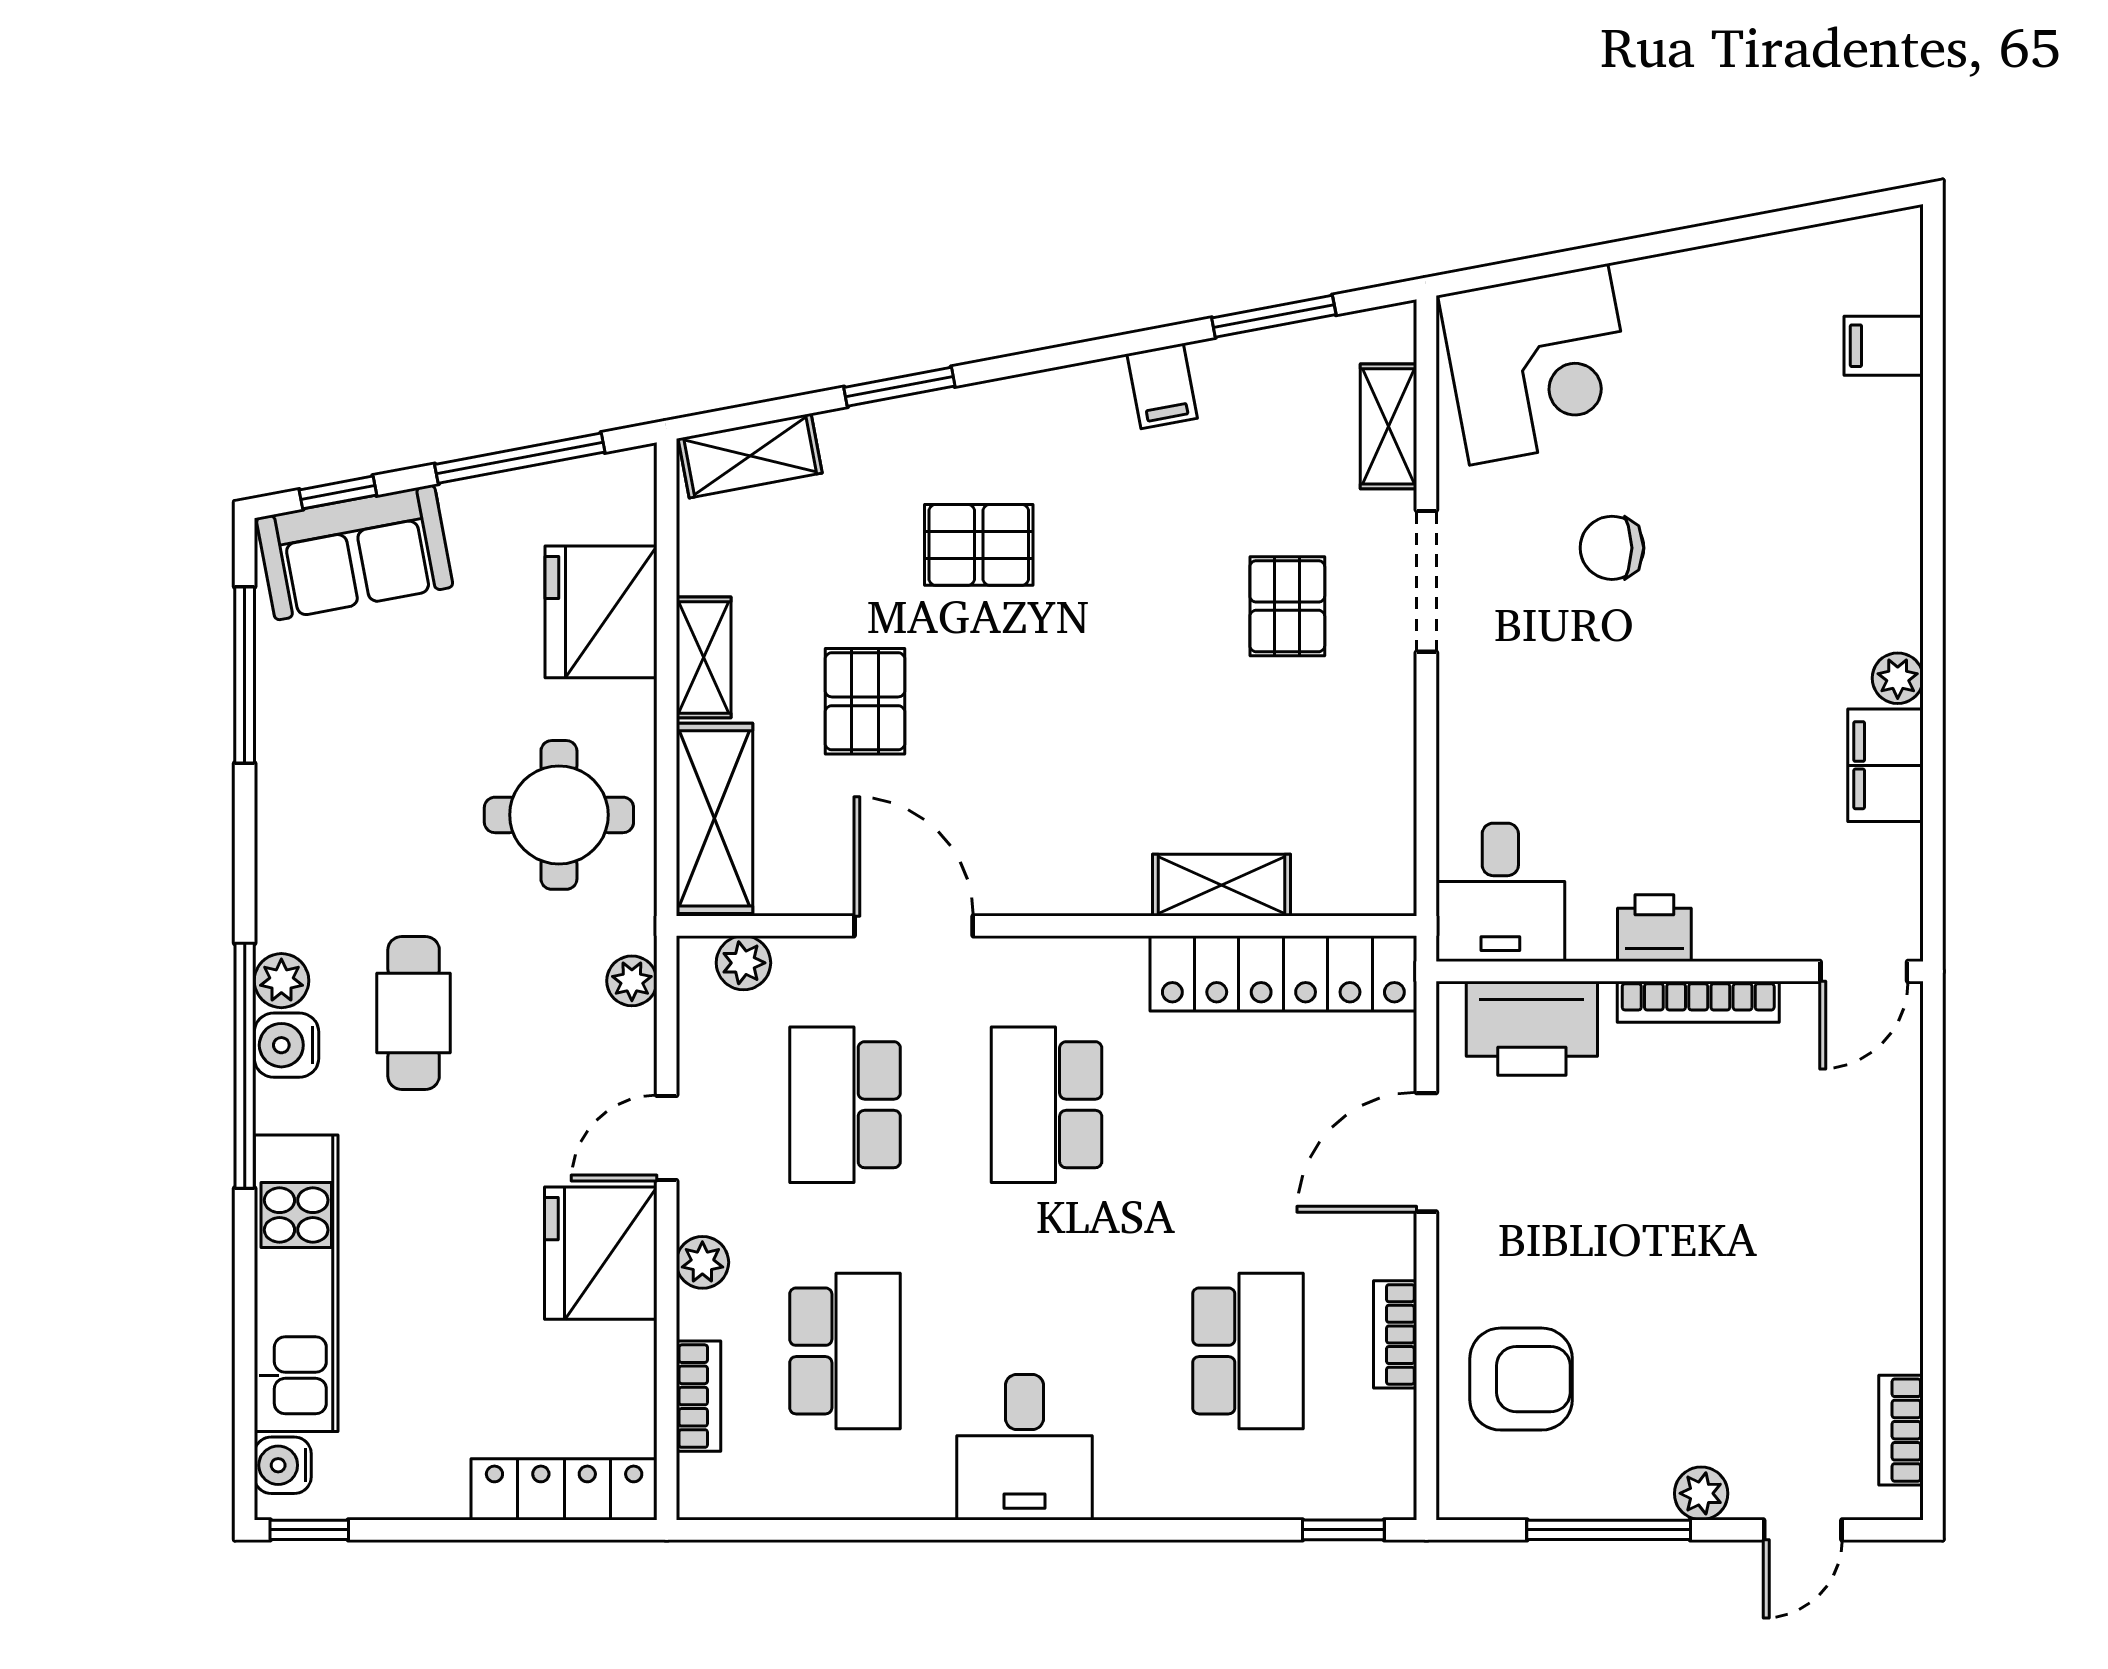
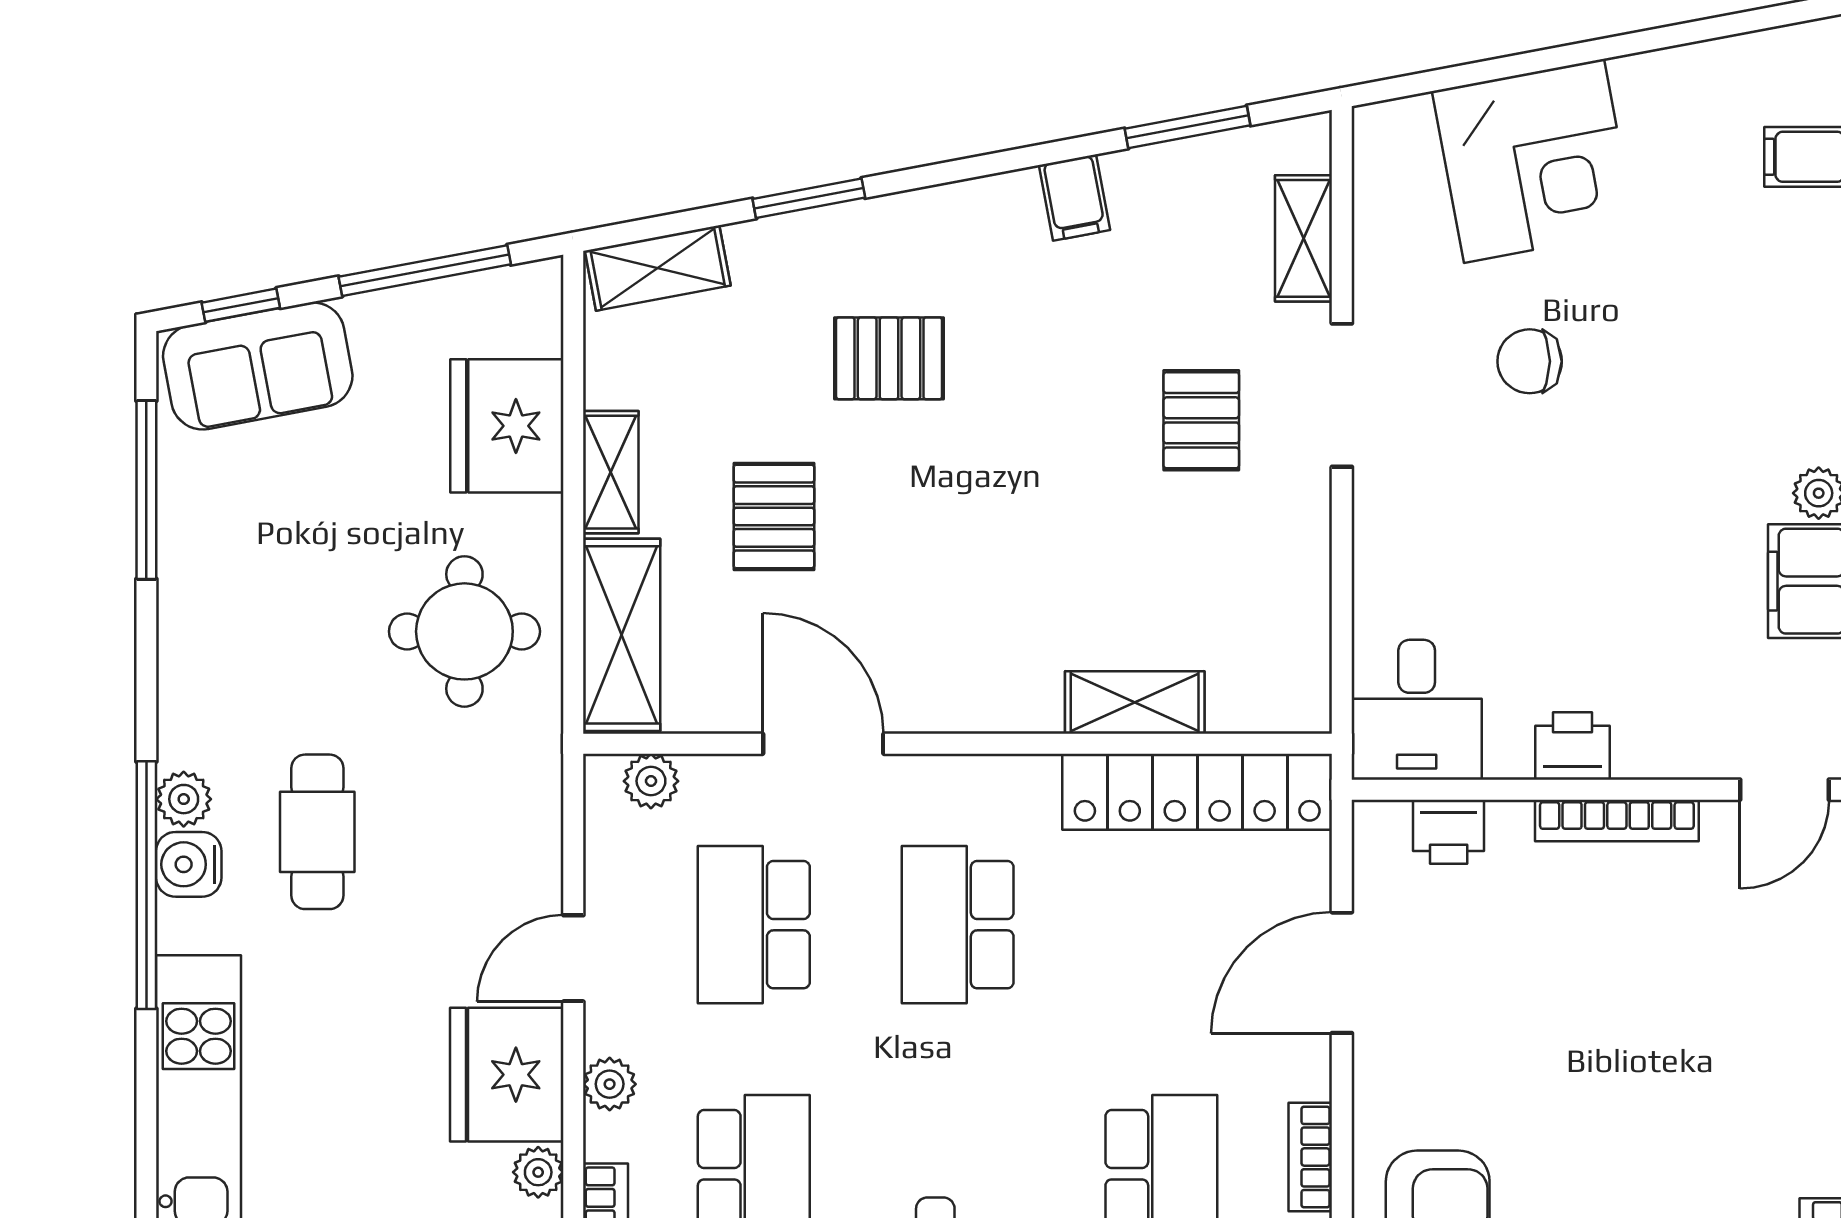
corner desk: (1539, 364) -> (1534, 161), moved
plant: (632, 981) -> (538, 1172), moved
printer: (1532, 1028) -> (1449, 832), width x0.53, depth x0.68

